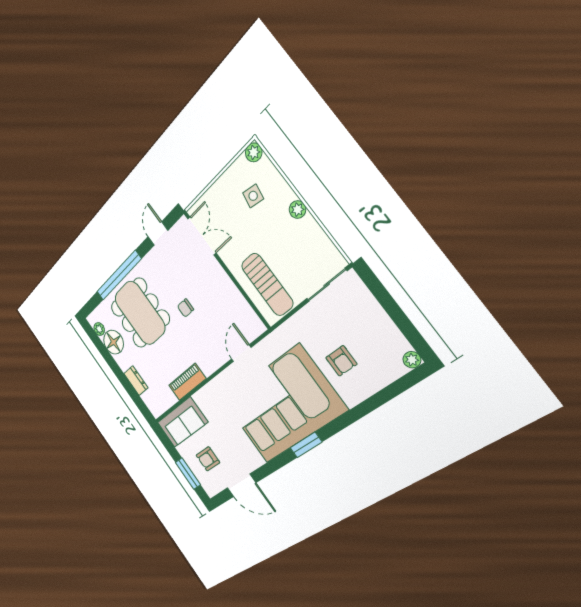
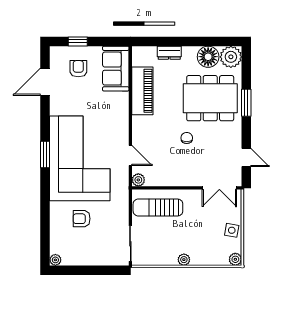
side table: (253, 196) -> (232, 230), moved
window: (119, 276) -> (246, 103), width x0.47
plant: (257, 327) -> (138, 180), added
plant: (99, 329) -> (231, 57), width x1.87, depth x1.87
piano: (187, 382) -> (142, 91), width x1.37, depth x1.33
window: (188, 474) -> (78, 41), width x0.67

